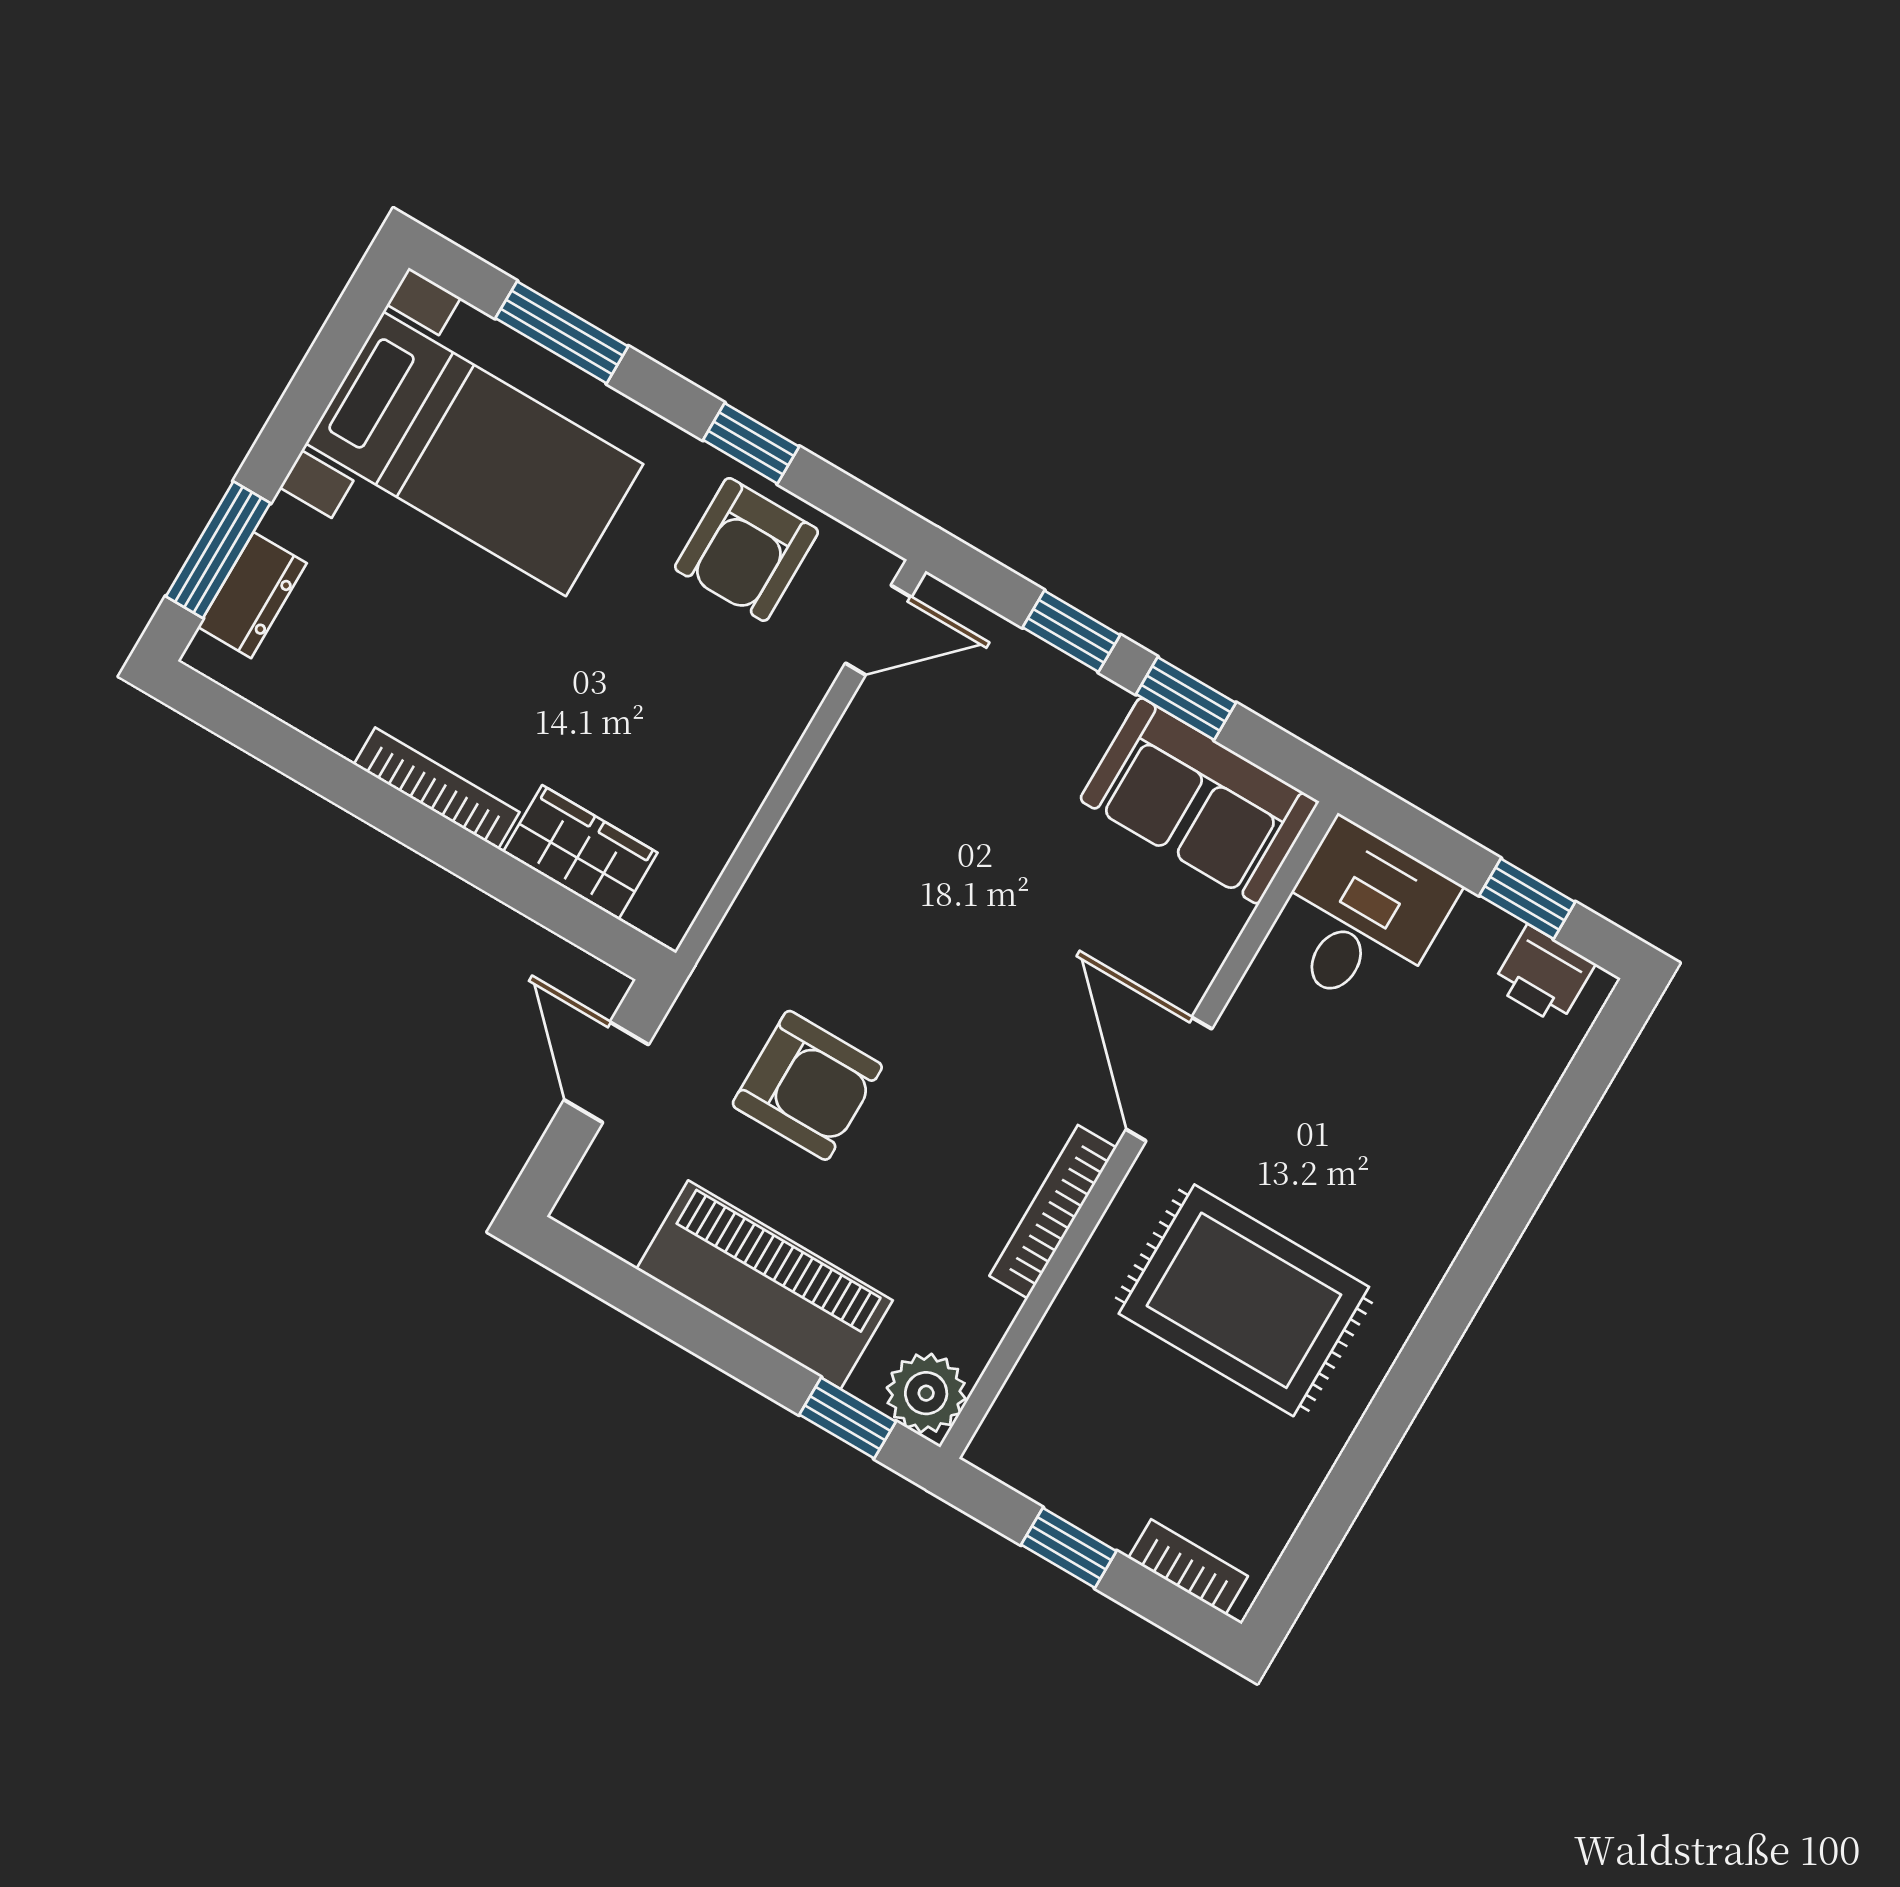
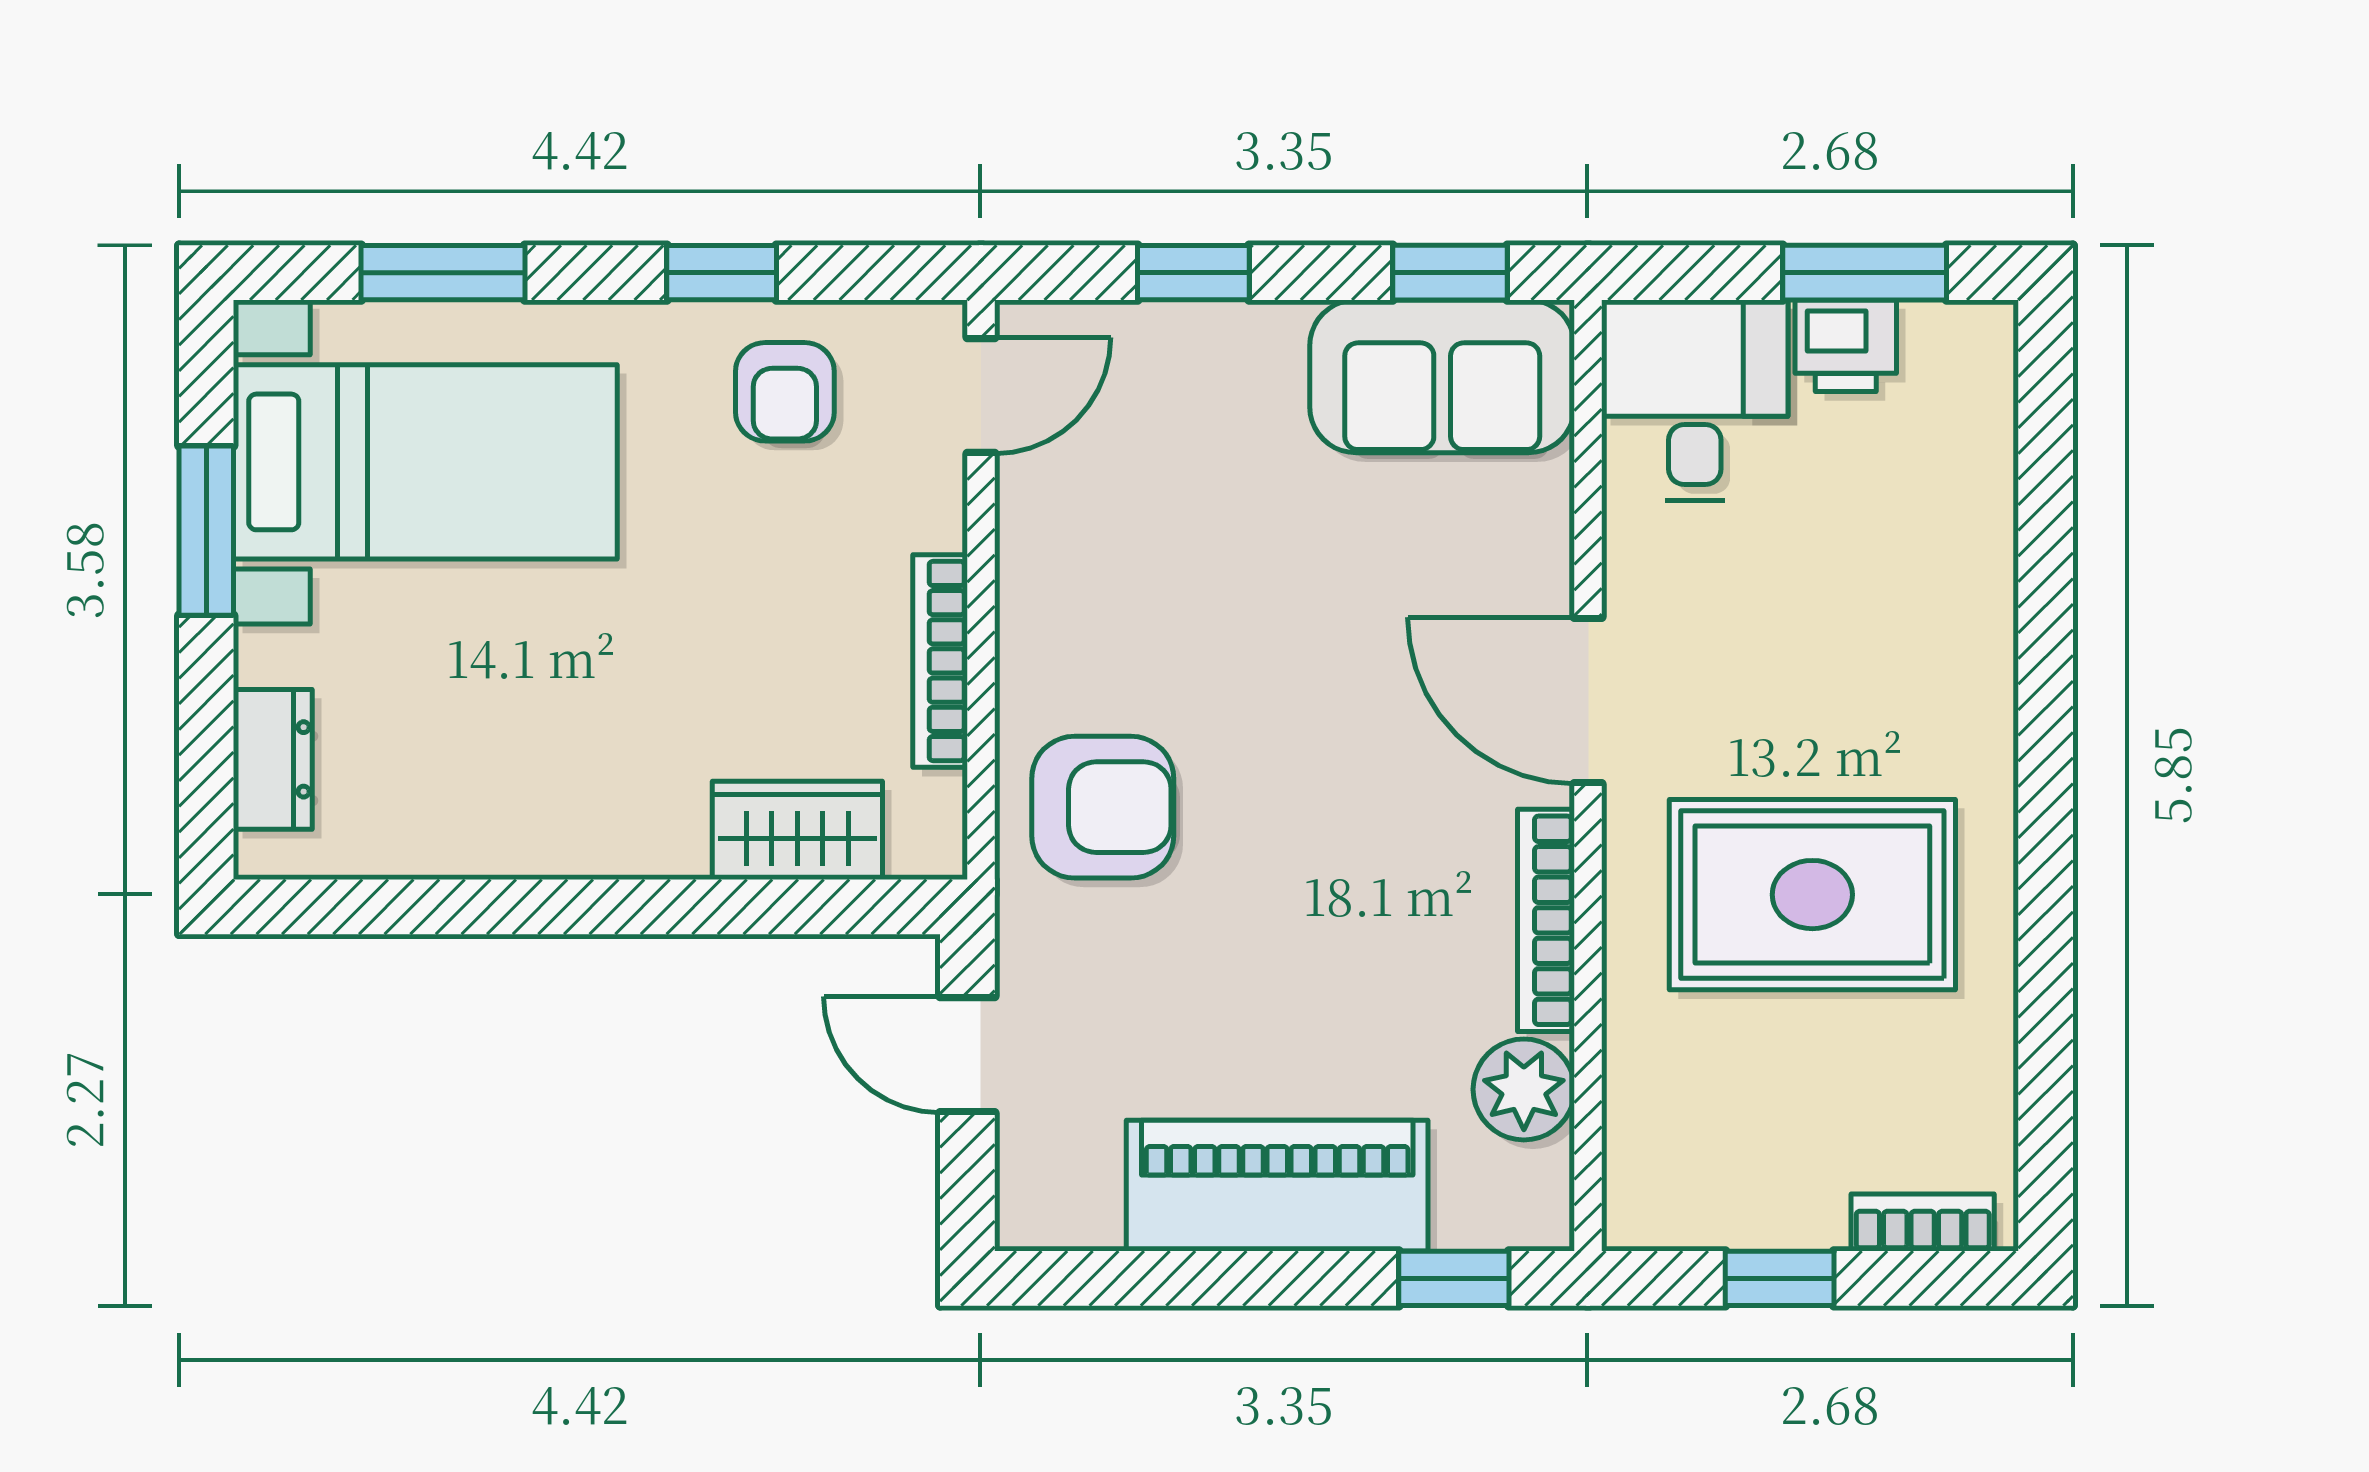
armchair: (747, 549) -> (785, 392), width x0.72, depth x0.72
window: (218, 550) -> (206, 531), moved
window: (1186, 698) -> (1450, 273), moved
bookcase: (437, 788) -> (940, 661), moved, turned -90
window: (1527, 899) -> (1865, 273), width x1.50
printer: (1543, 975) -> (1846, 346), moved
armchair: (807, 1085) -> (1103, 807), moved
plant: (926, 1393) -> (1524, 1089), moved

